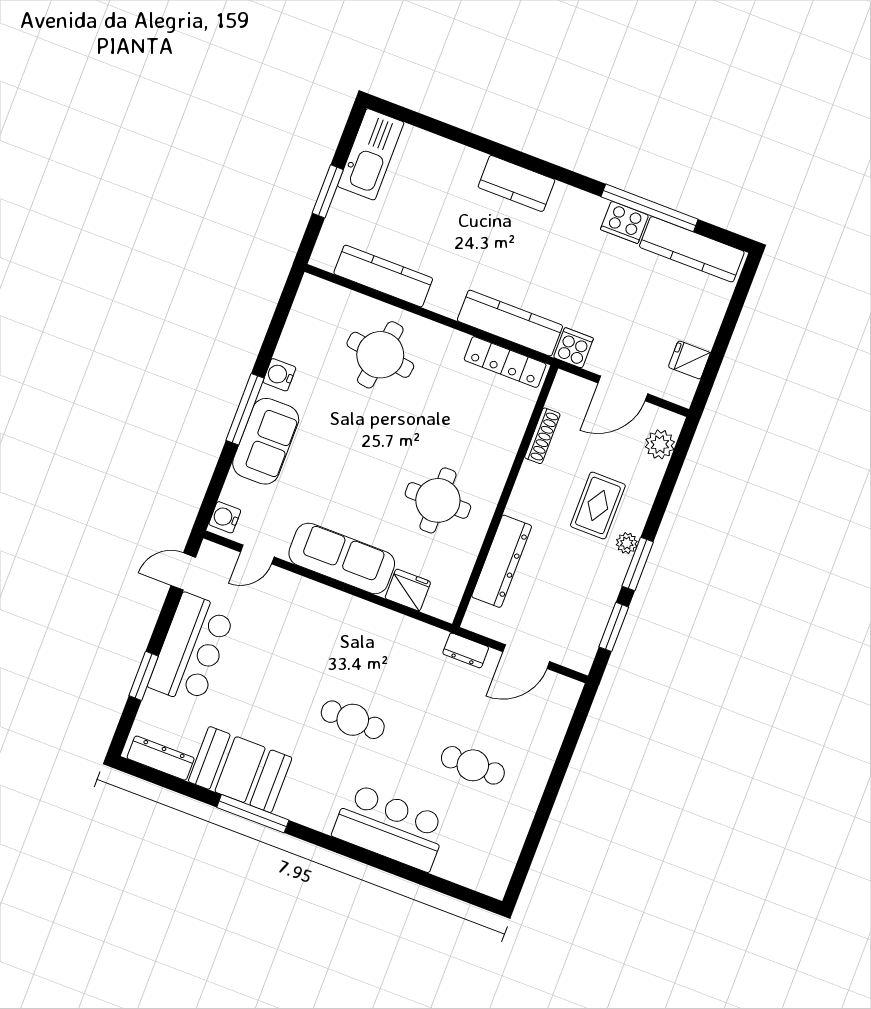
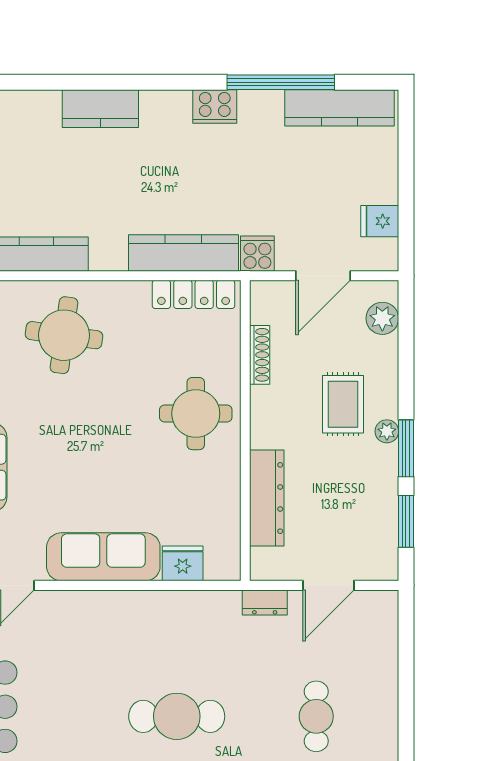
kitchen counter: (517, 183) -> (100, 109), moved
cooker: (625, 222) -> (215, 106), moved
round table: (438, 500) -> (196, 414), moved
cafe table: (353, 720) -> (177, 716), width x1.37, depth x1.35
cafe table: (473, 765) -> (316, 716), turned 90

